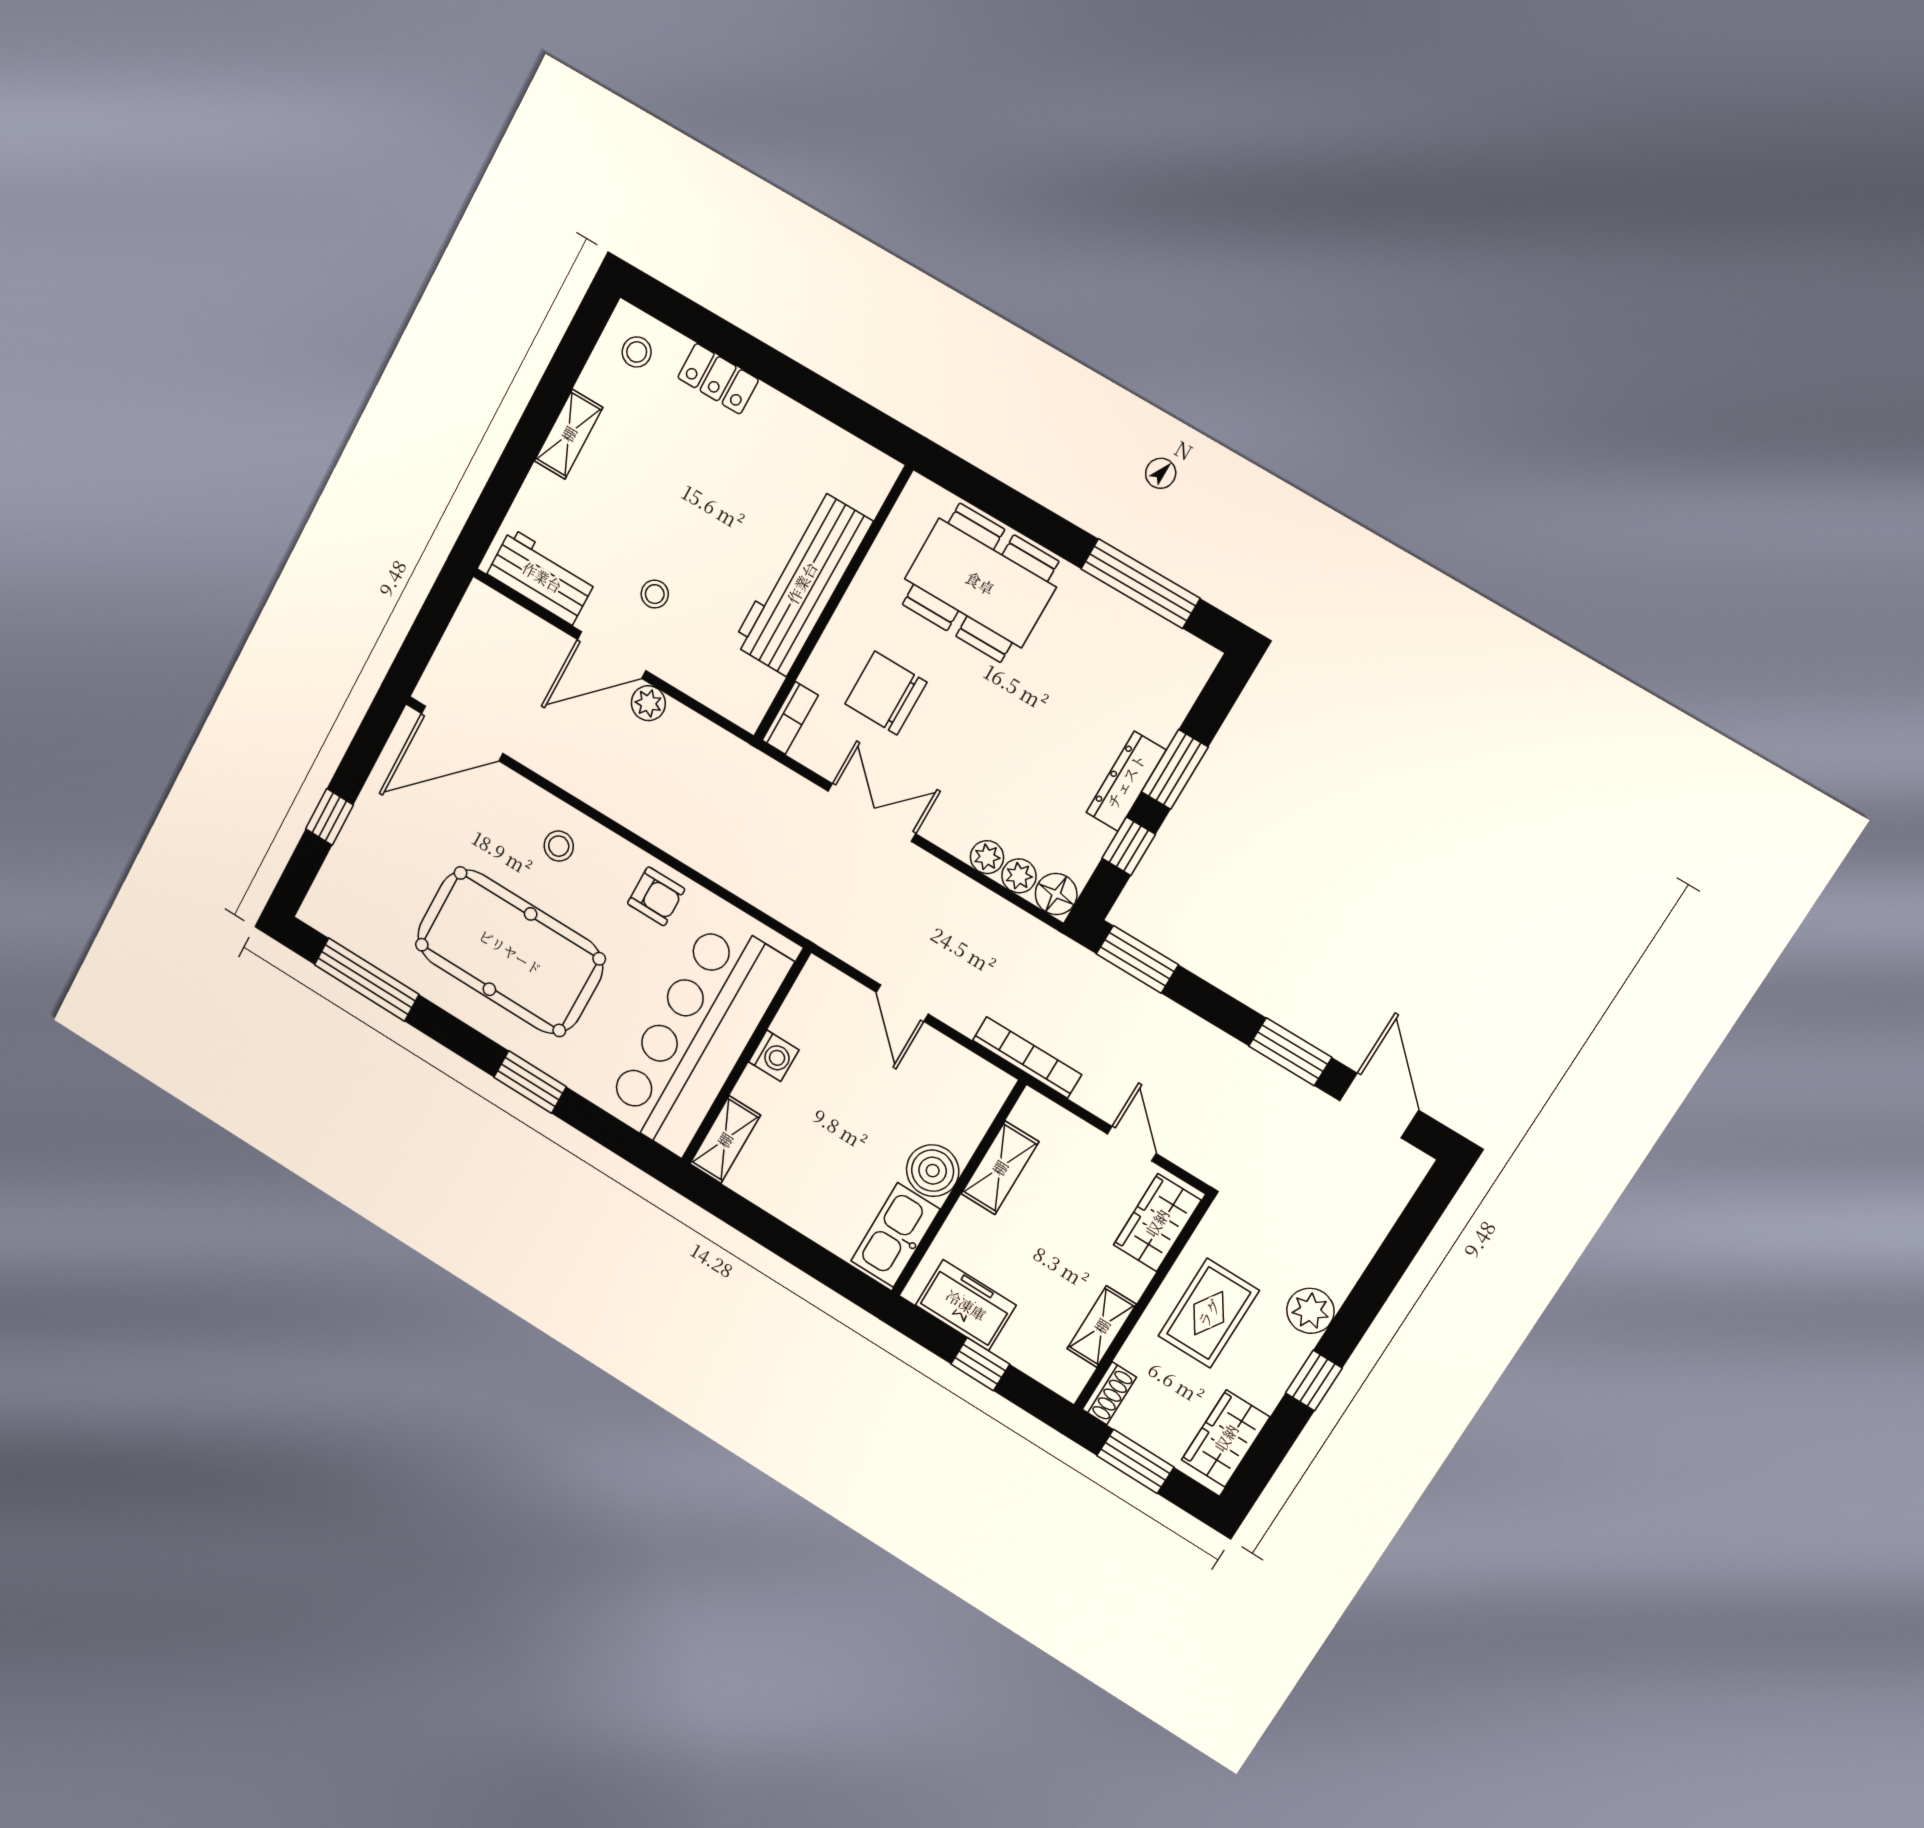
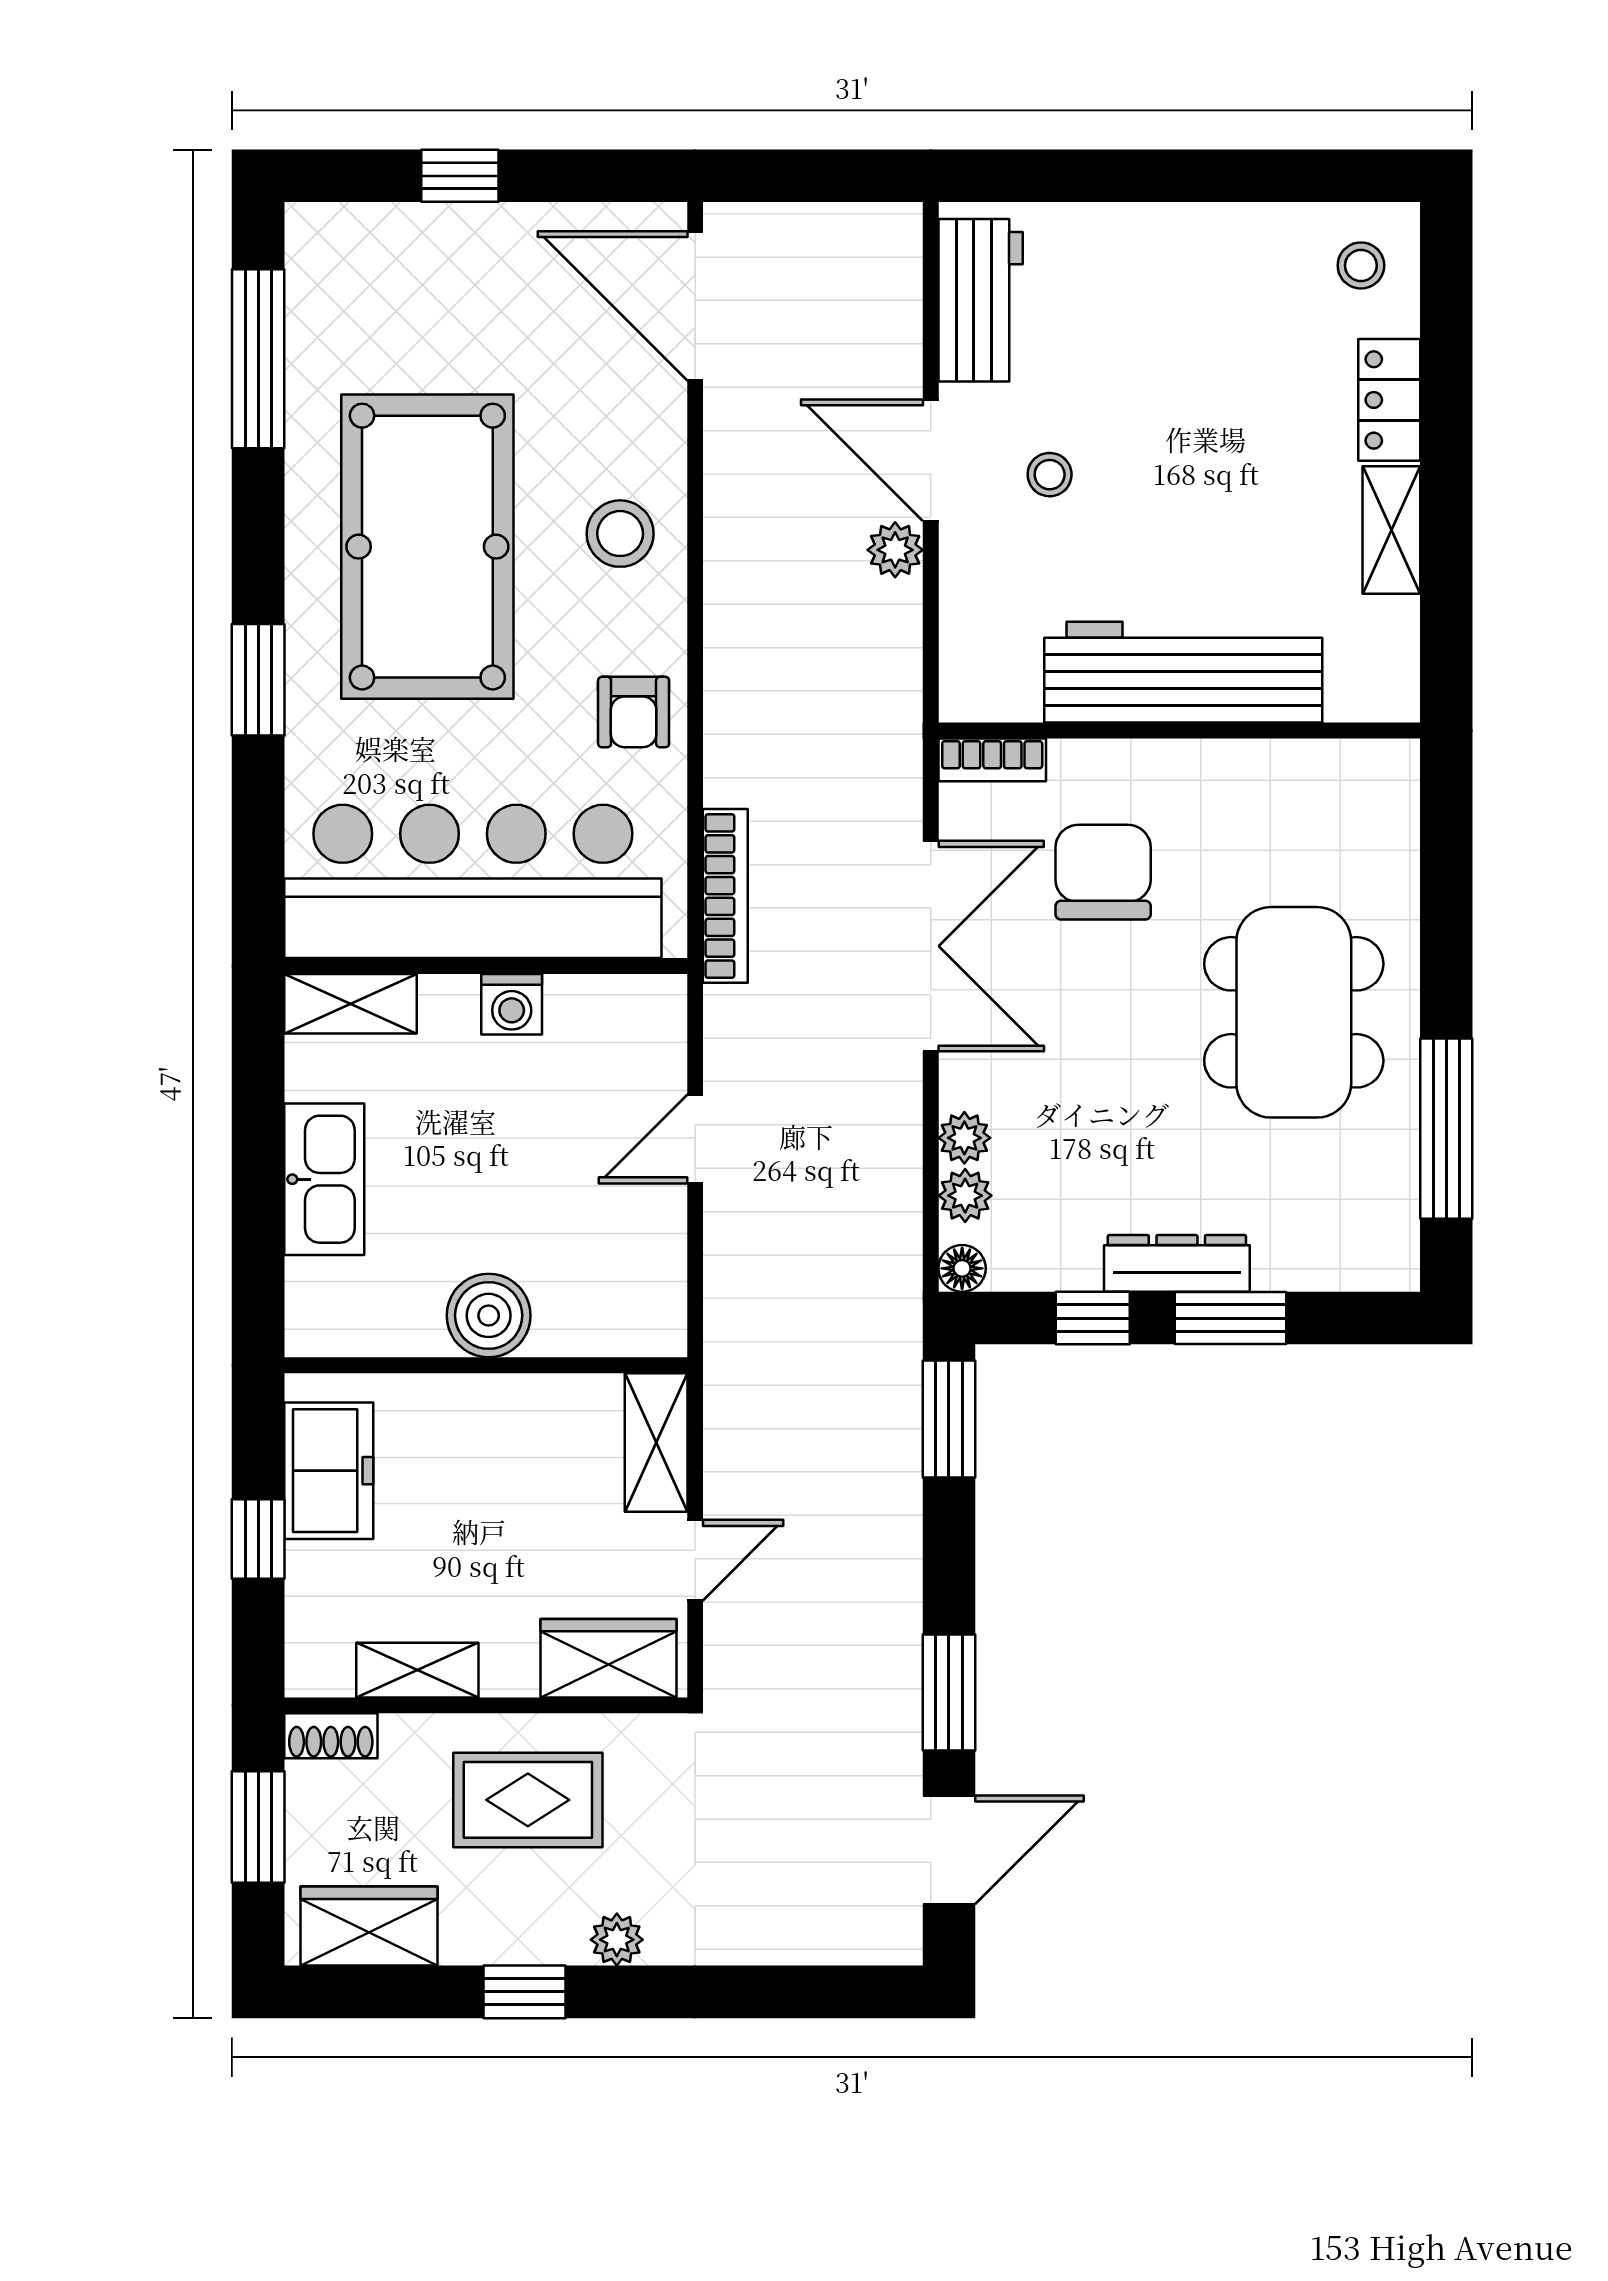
shelving: (569, 434) -> (1391, 530), moved, turned 90
dining table: (980, 583) -> (1294, 1012), moved
double door: (872, 812) -> (931, 946), width x1.37
stool: (559, 846) -> (620, 534), width x1.37, depth x1.37
floor lamp: (1056, 894) -> (962, 1268), width x0.73, depth x0.73
bookcase: (1027, 1057) -> (725, 896), moved
shelving: (1000, 1168) -> (656, 1442), moved, turned 90
kitchen sink: (895, 1235) -> (324, 1179), moved, turned 90
plant: (1310, 1311) -> (617, 1940), width x0.73, depth x0.73

